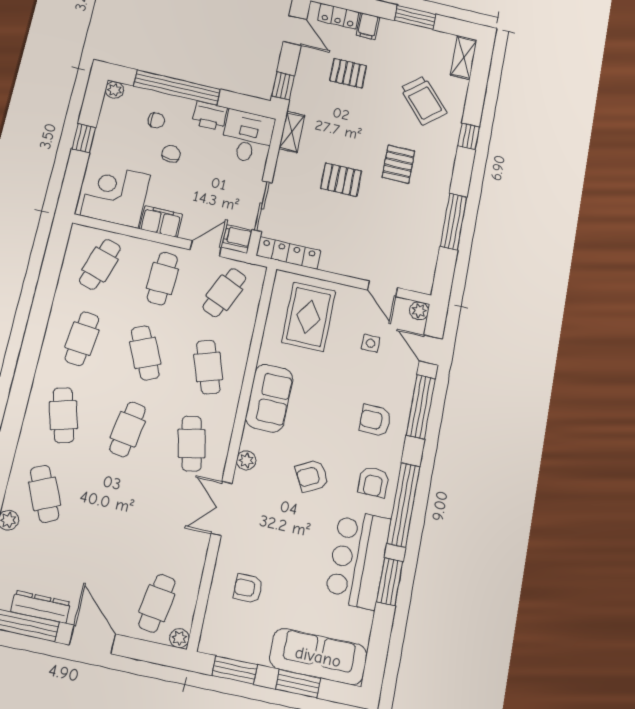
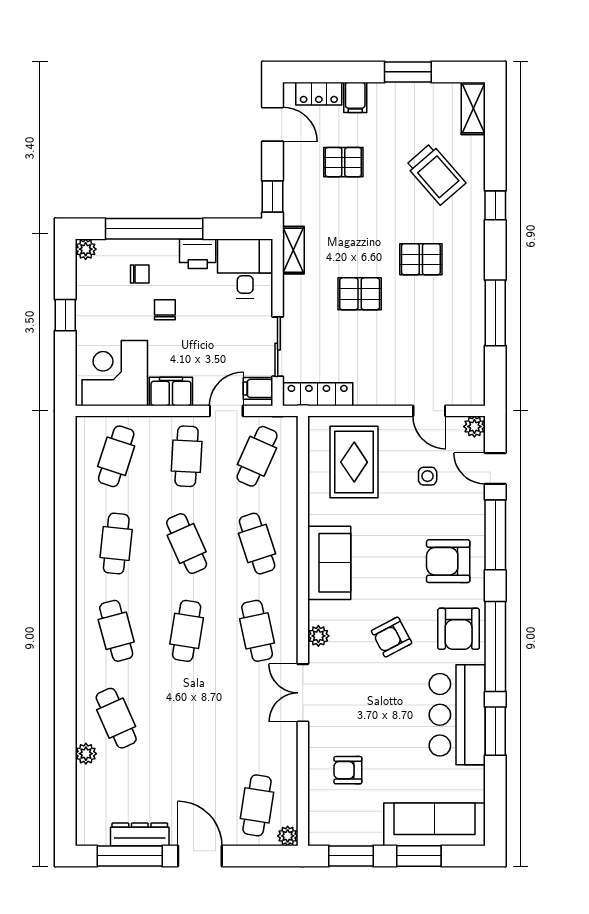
pallet: (398, 164) -> (421, 259), turned 90
armchair: (375, 420) -> (448, 561), width x1.38, depth x1.38
armchair: (373, 482) -> (459, 629), width x1.38, depth x1.38

